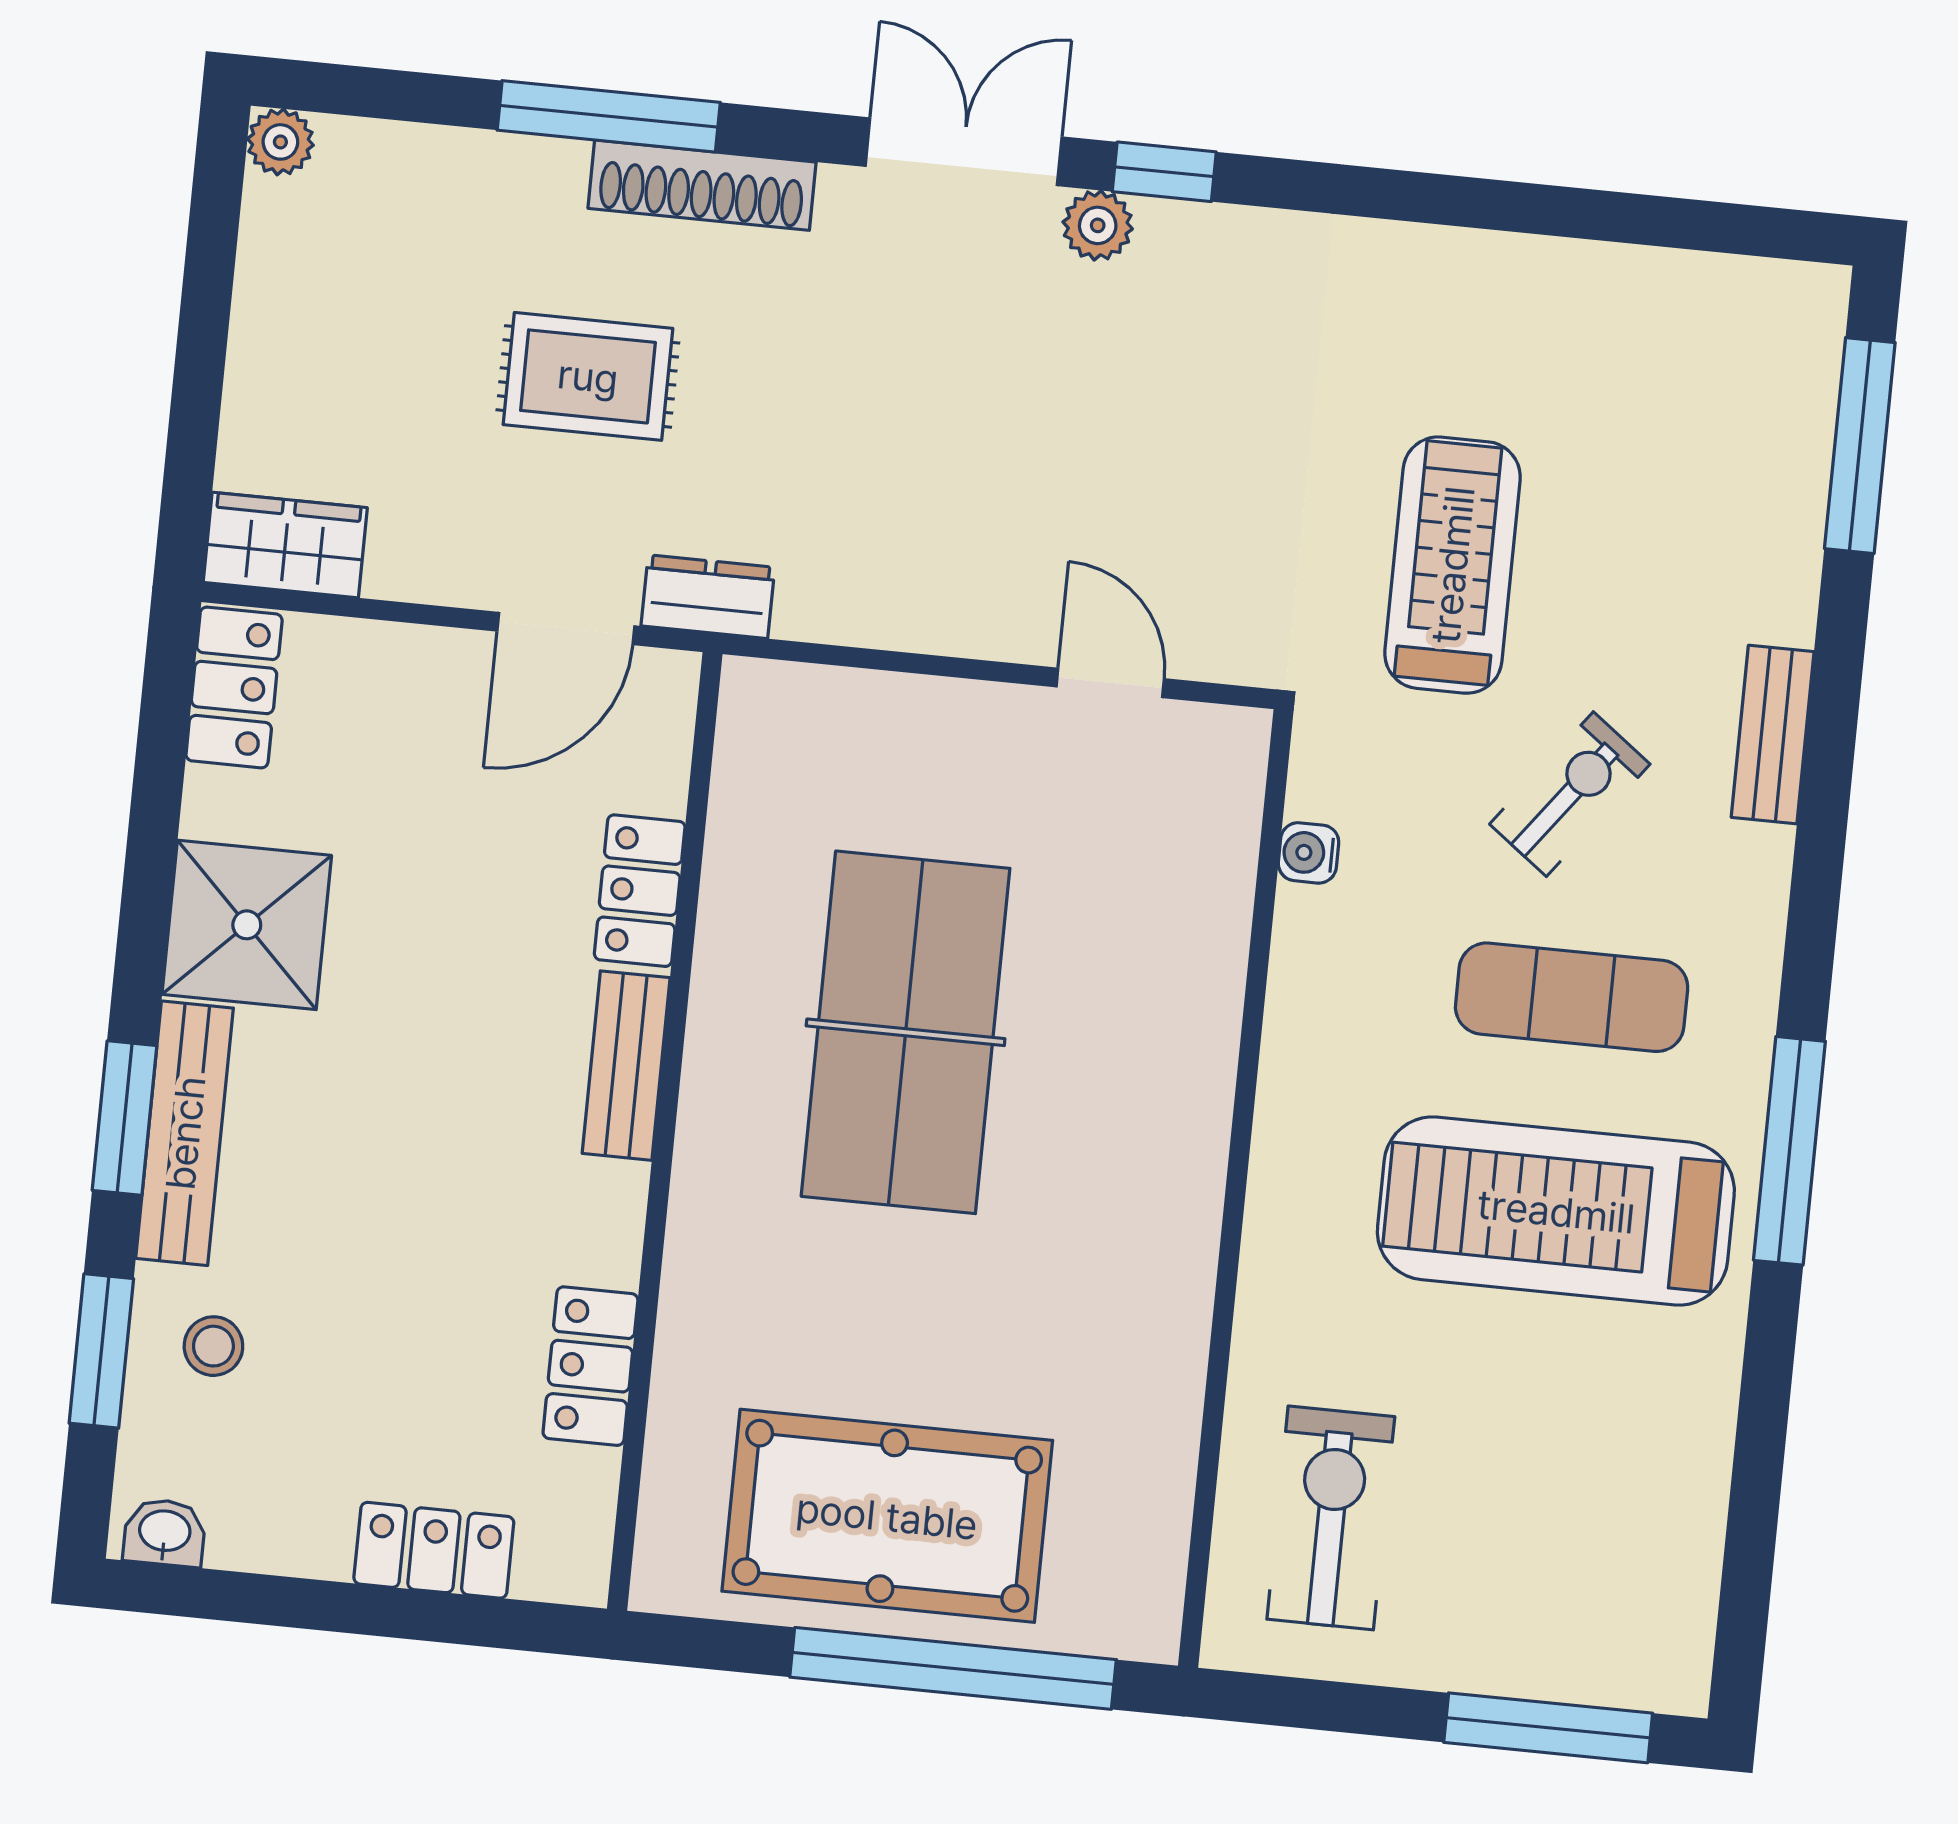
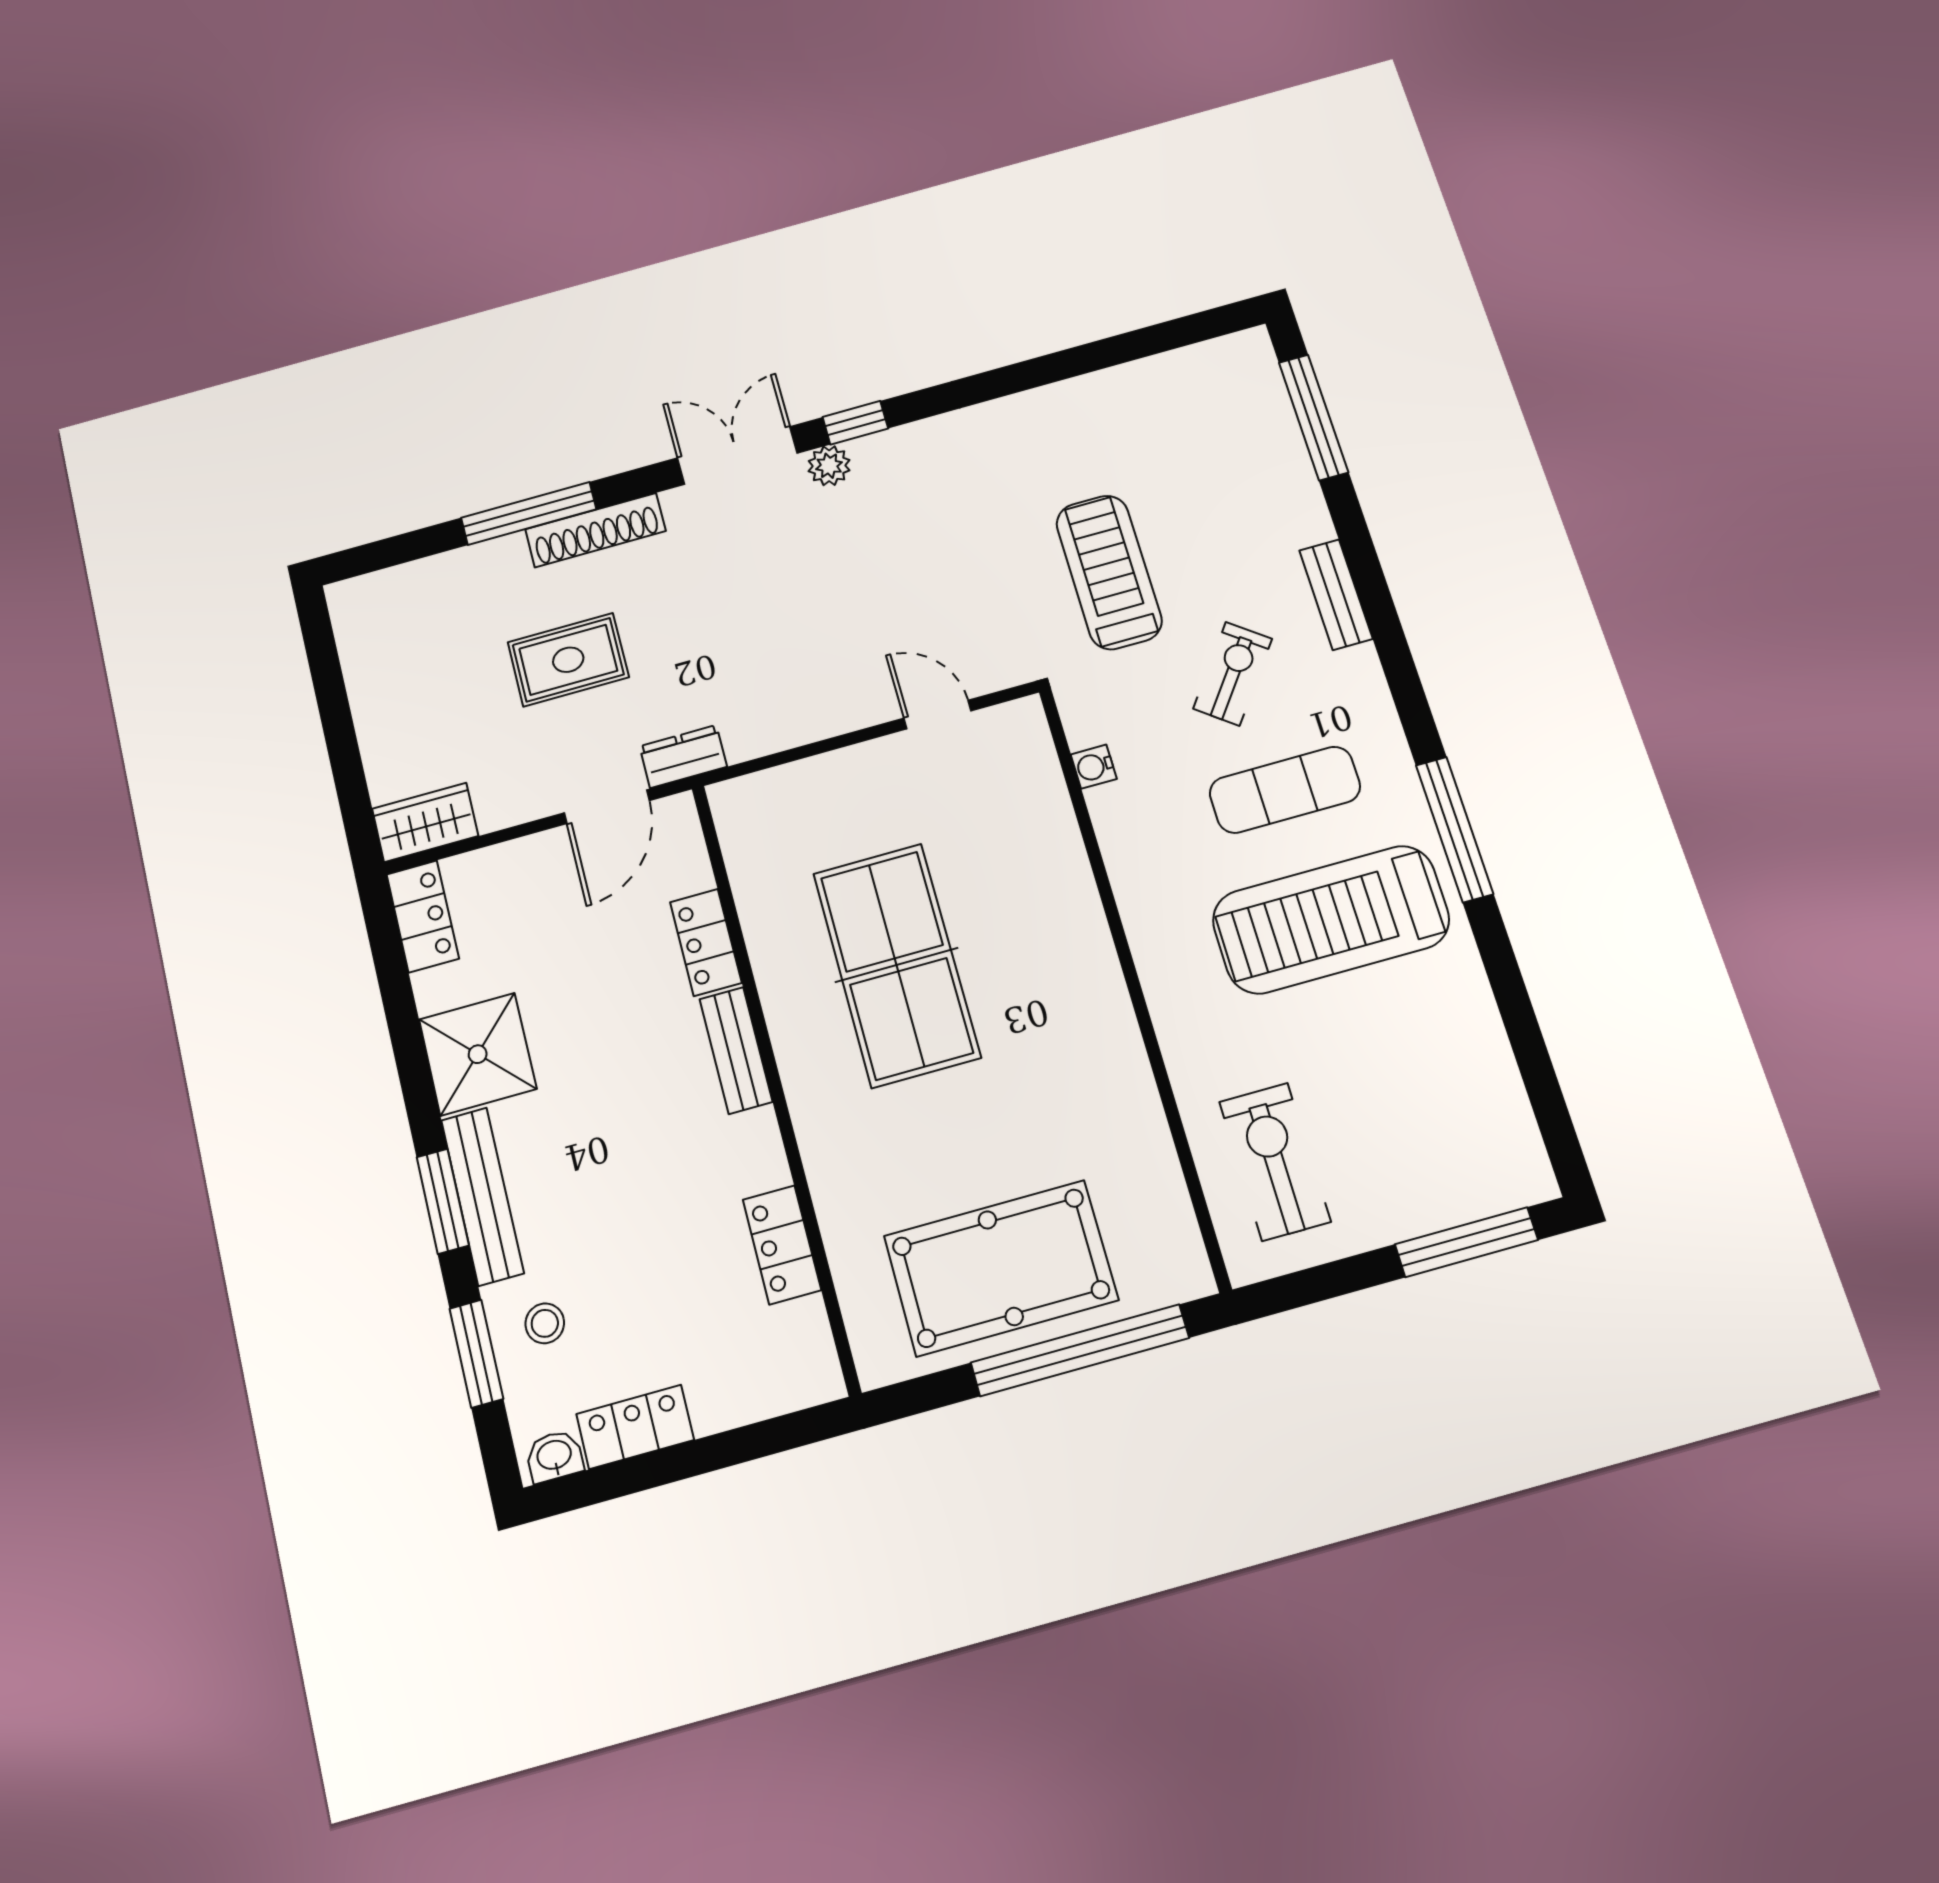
plant: (280, 142) -> (346, 599), removed
locker: (434, 1550) -> (635, 1427), moved

